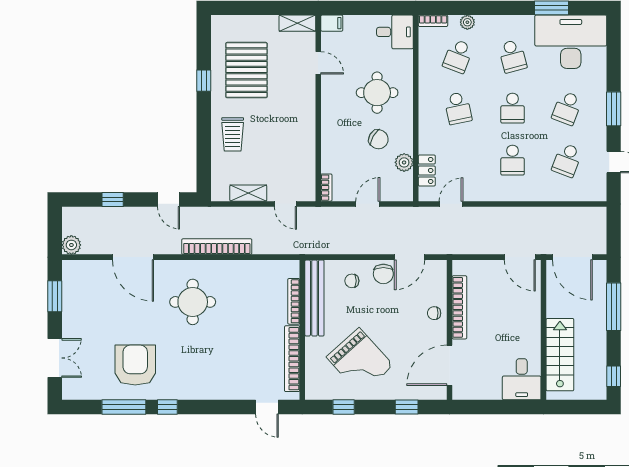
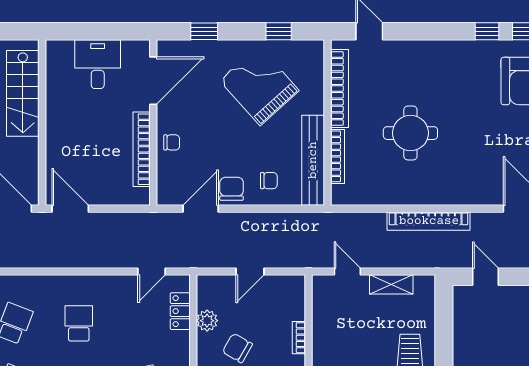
bookcase: (326, 188) -> (299, 338), moved
round table: (193, 302) -> (410, 133), moved
desk: (522, 379) -> (98, 64), moved

